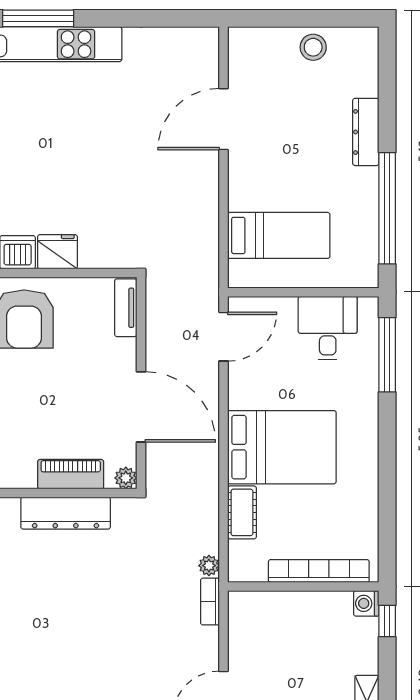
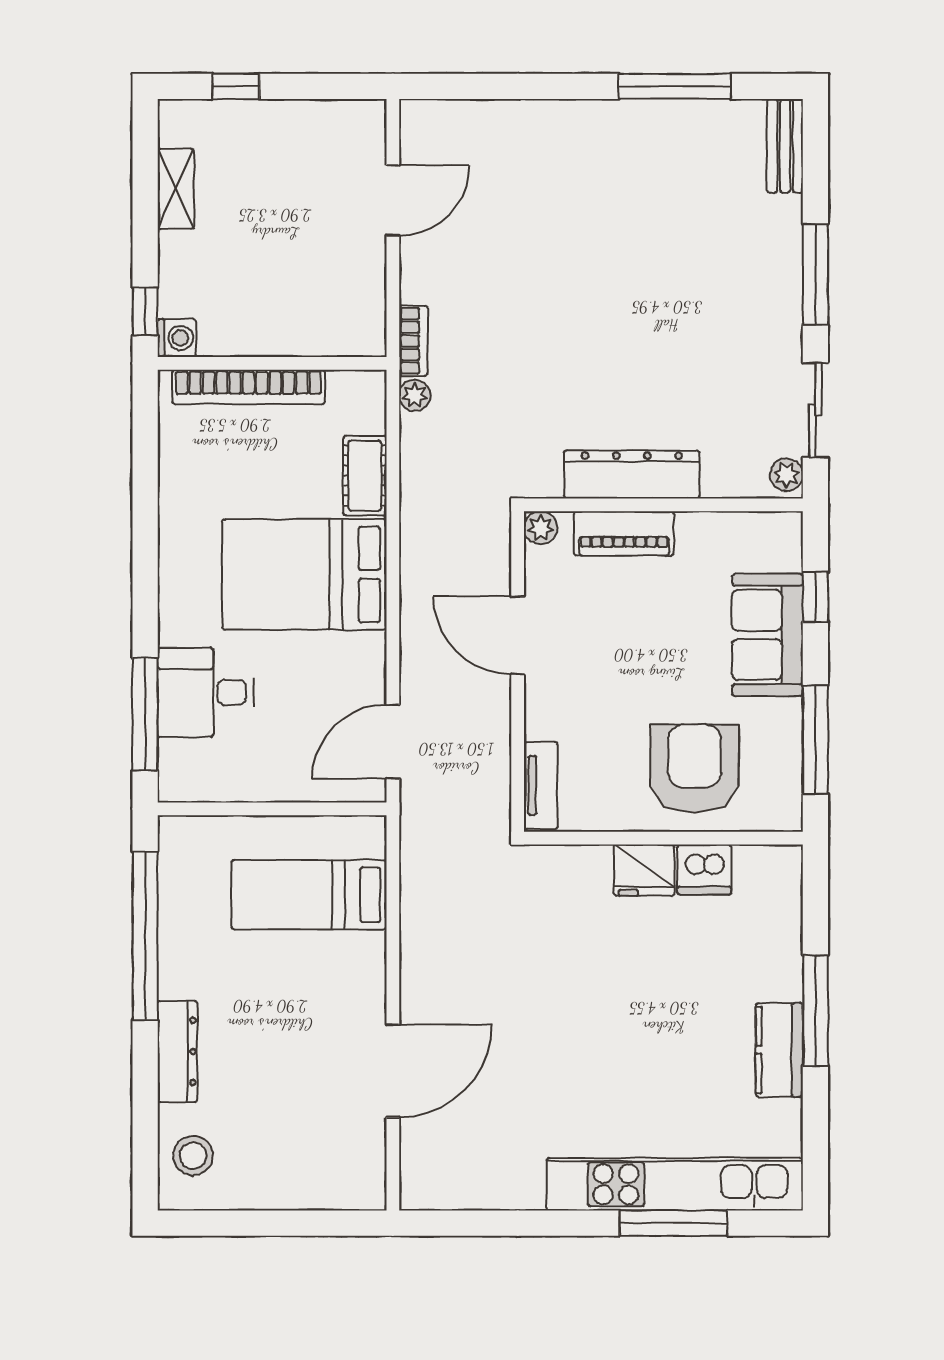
stool: (313, 47) -> (193, 1156), moved
desk: (328, 328) -> (206, 692), moved, turned 90
door: (141, 407) -> (518, 635), width x0.73

